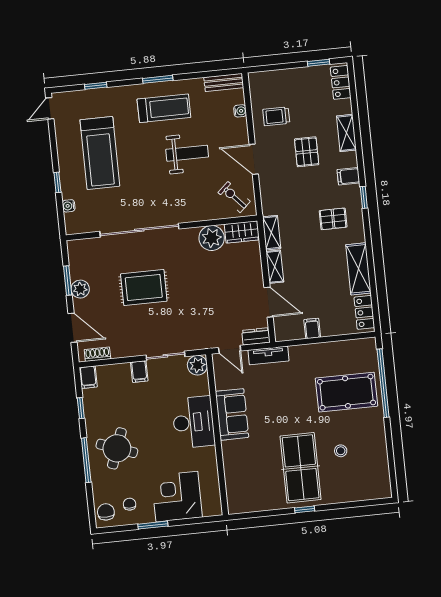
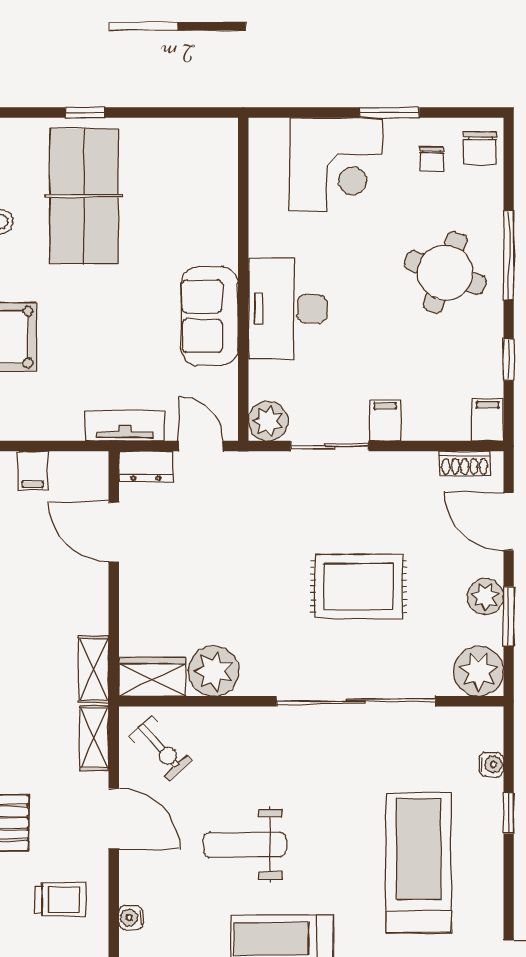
plant: (80, 251) -> (479, 671), added
shelving: (275, 267) -> (94, 738), moved

